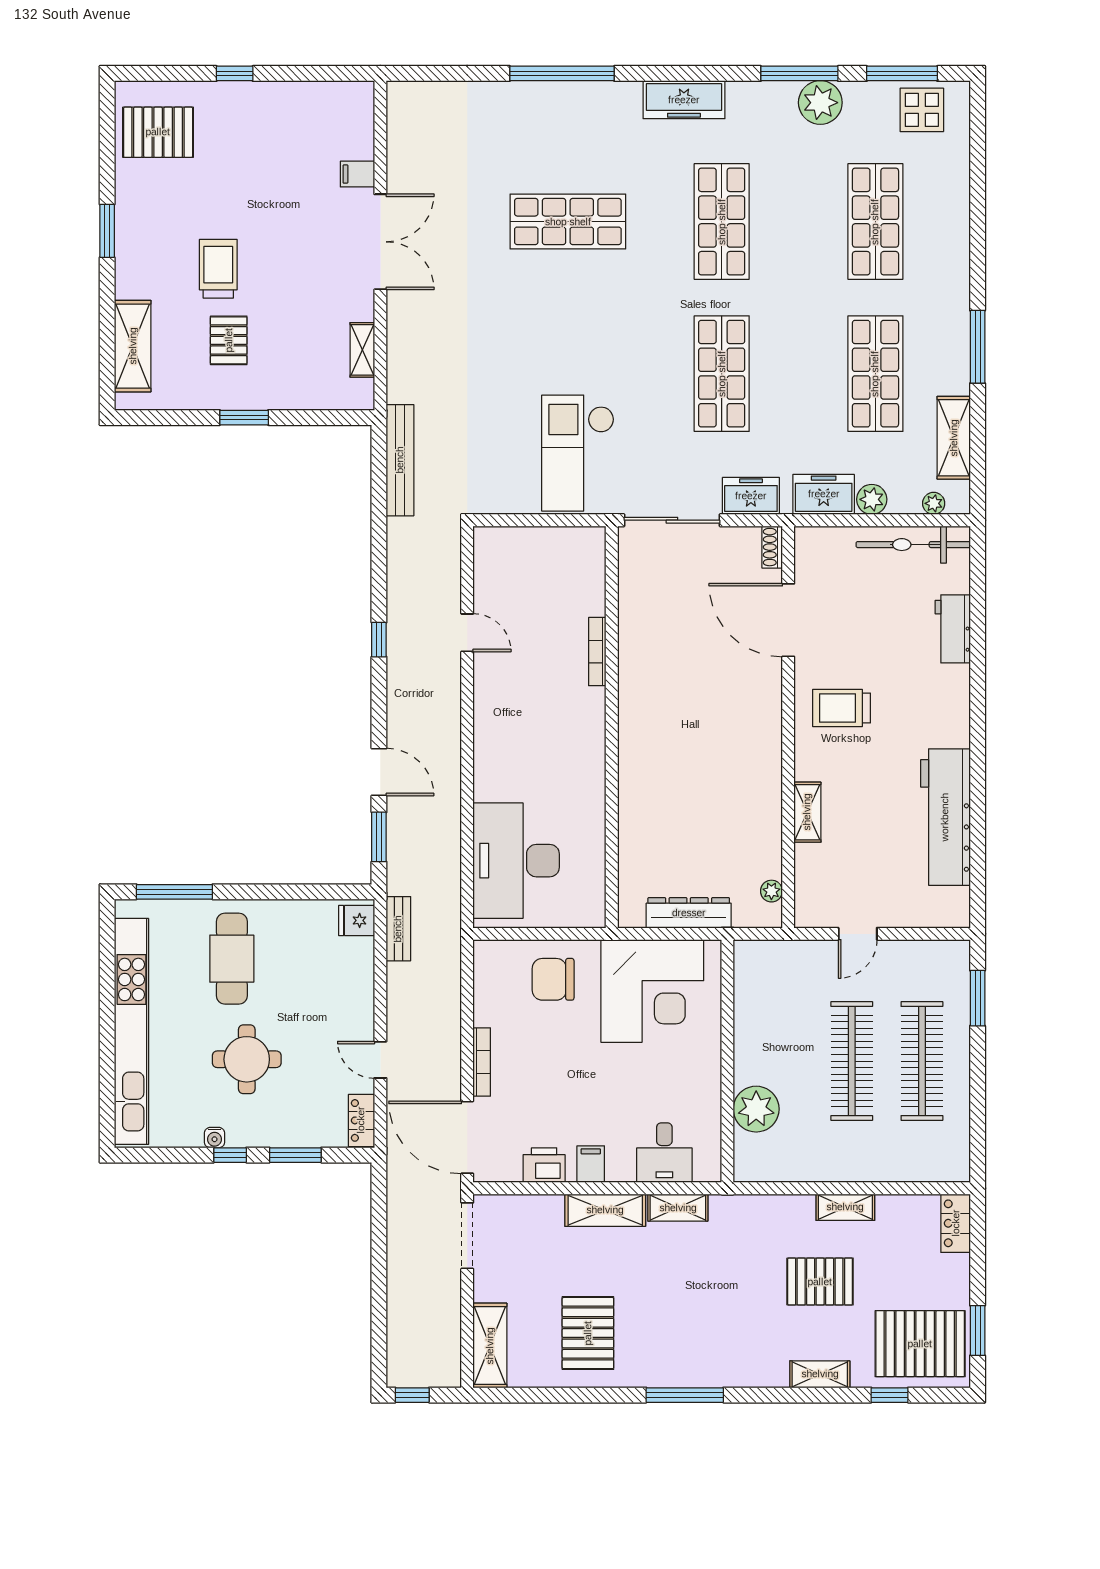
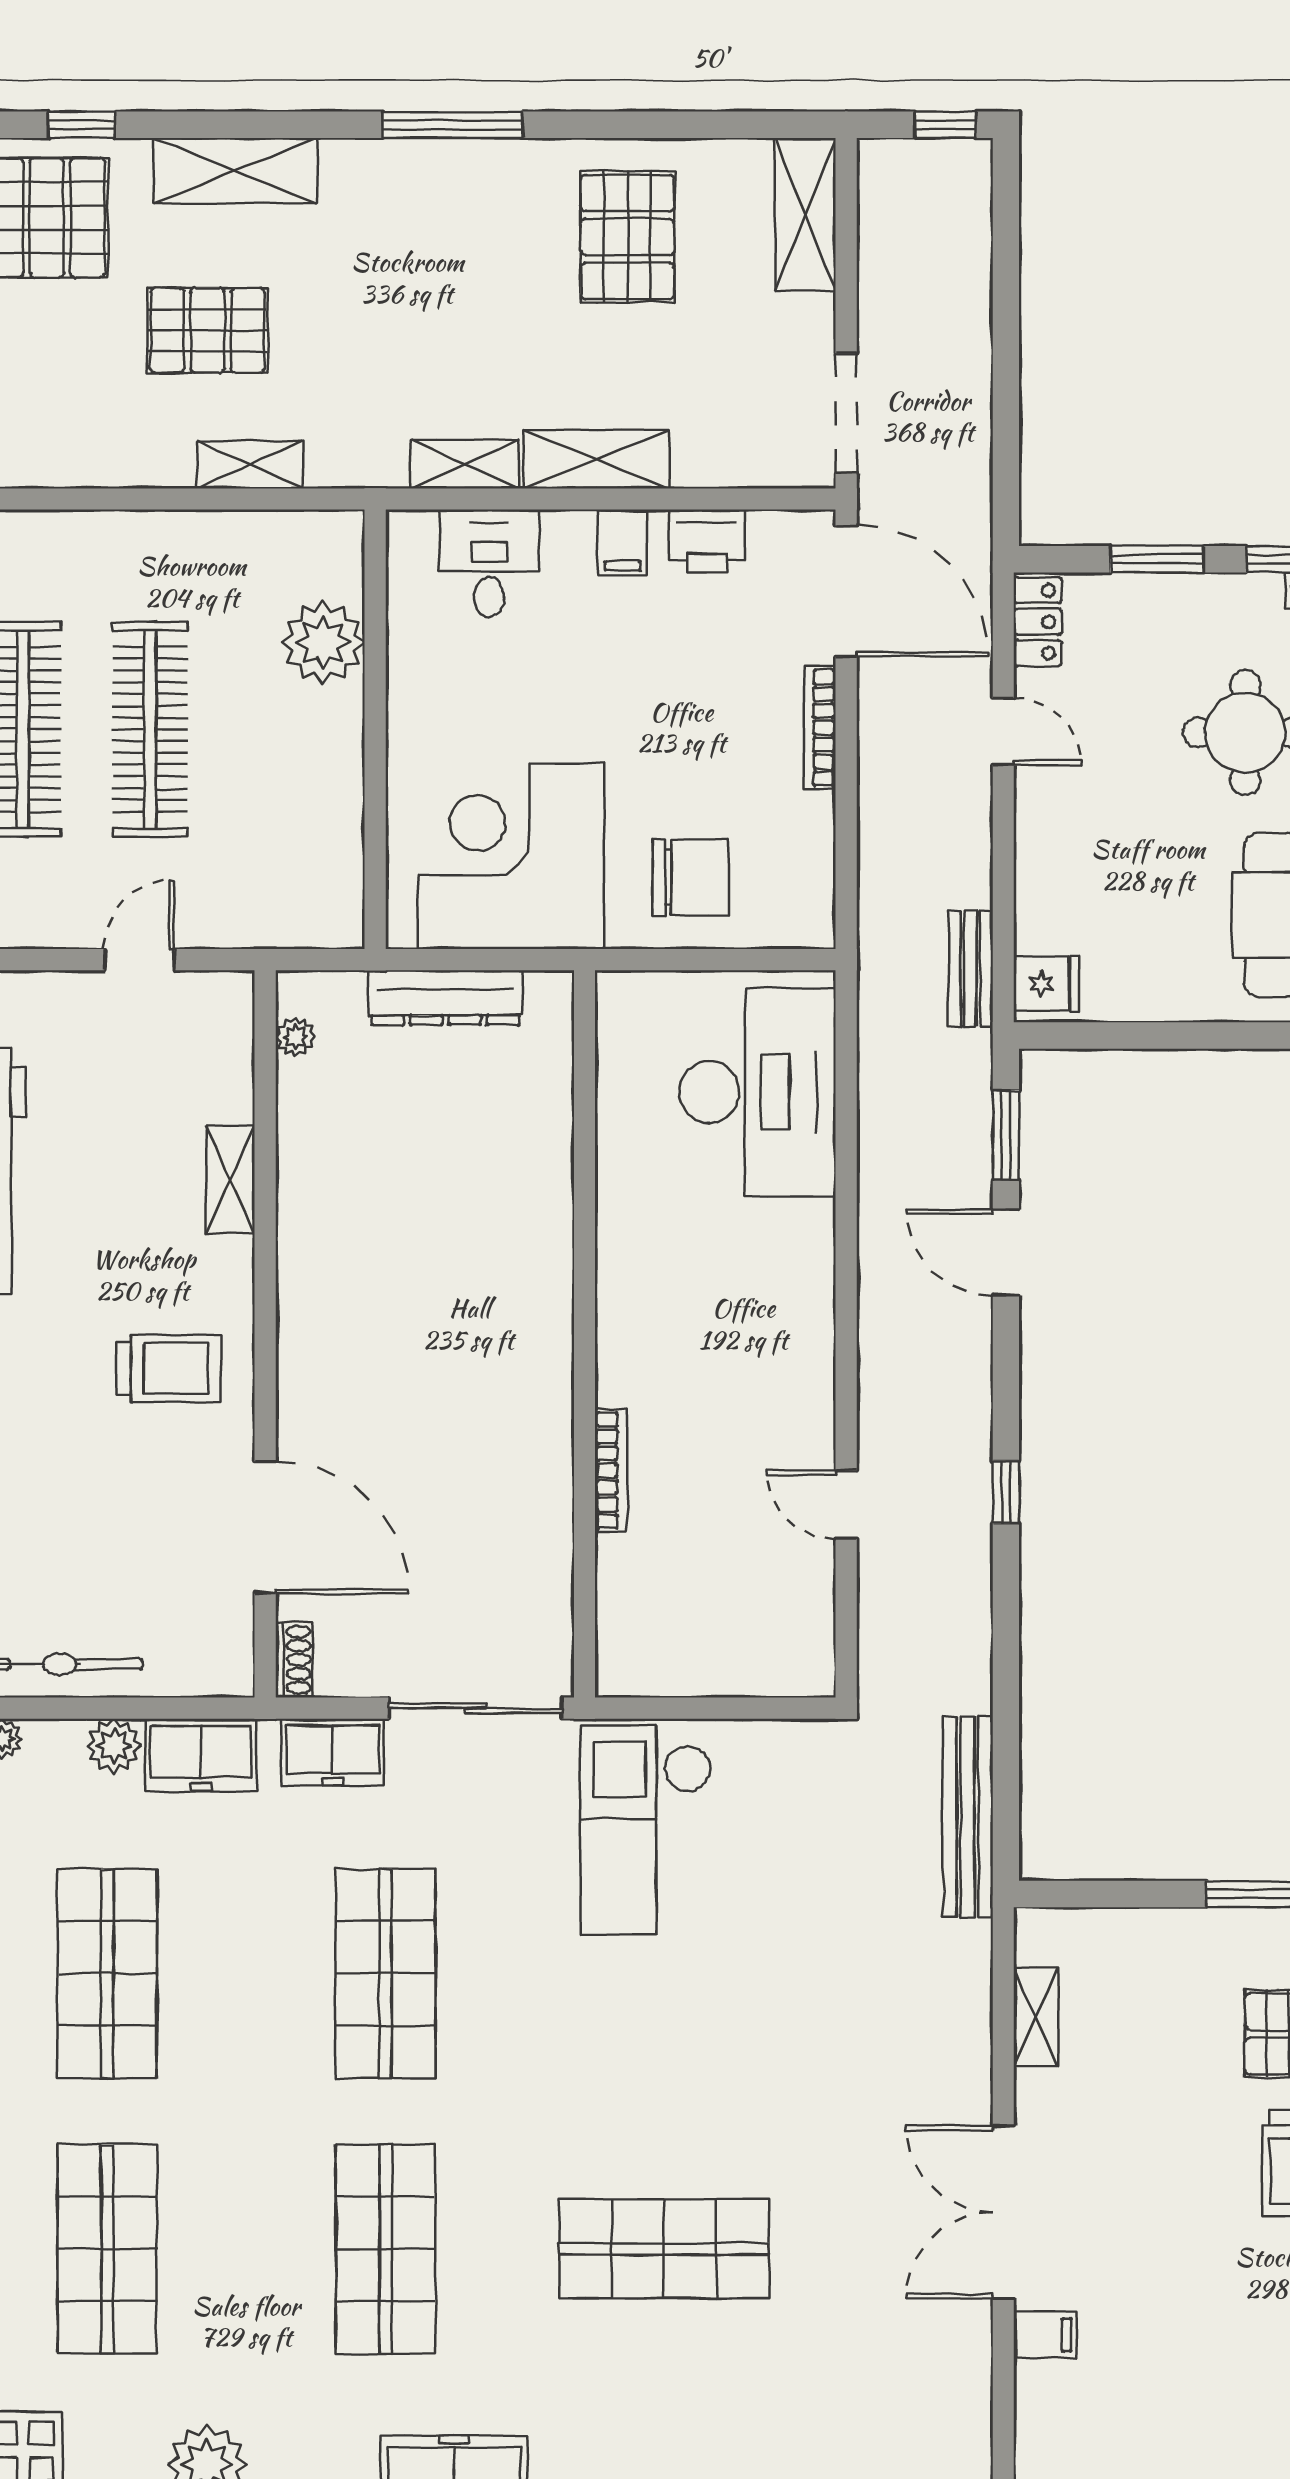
checkout: (578, 453) -> (646, 1830), turned 180
shelving: (845, 1207) -> (250, 465), moved
shelving: (820, 1374) -> (235, 170), width x1.50, depth x1.33

